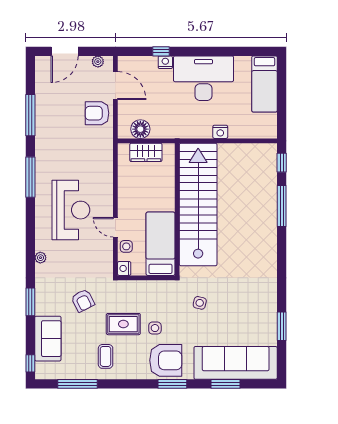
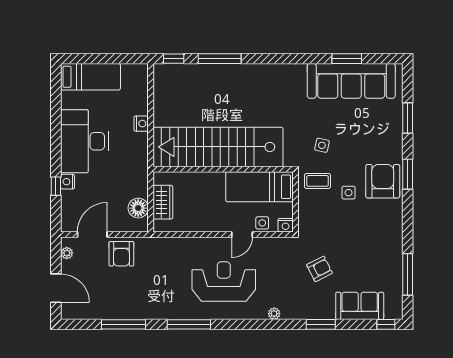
rug: (123, 324) -> (344, 226), removed
coffee table: (106, 356) -> (317, 181), moved
sofa: (236, 363) -> (351, 81), moved, turned -90

